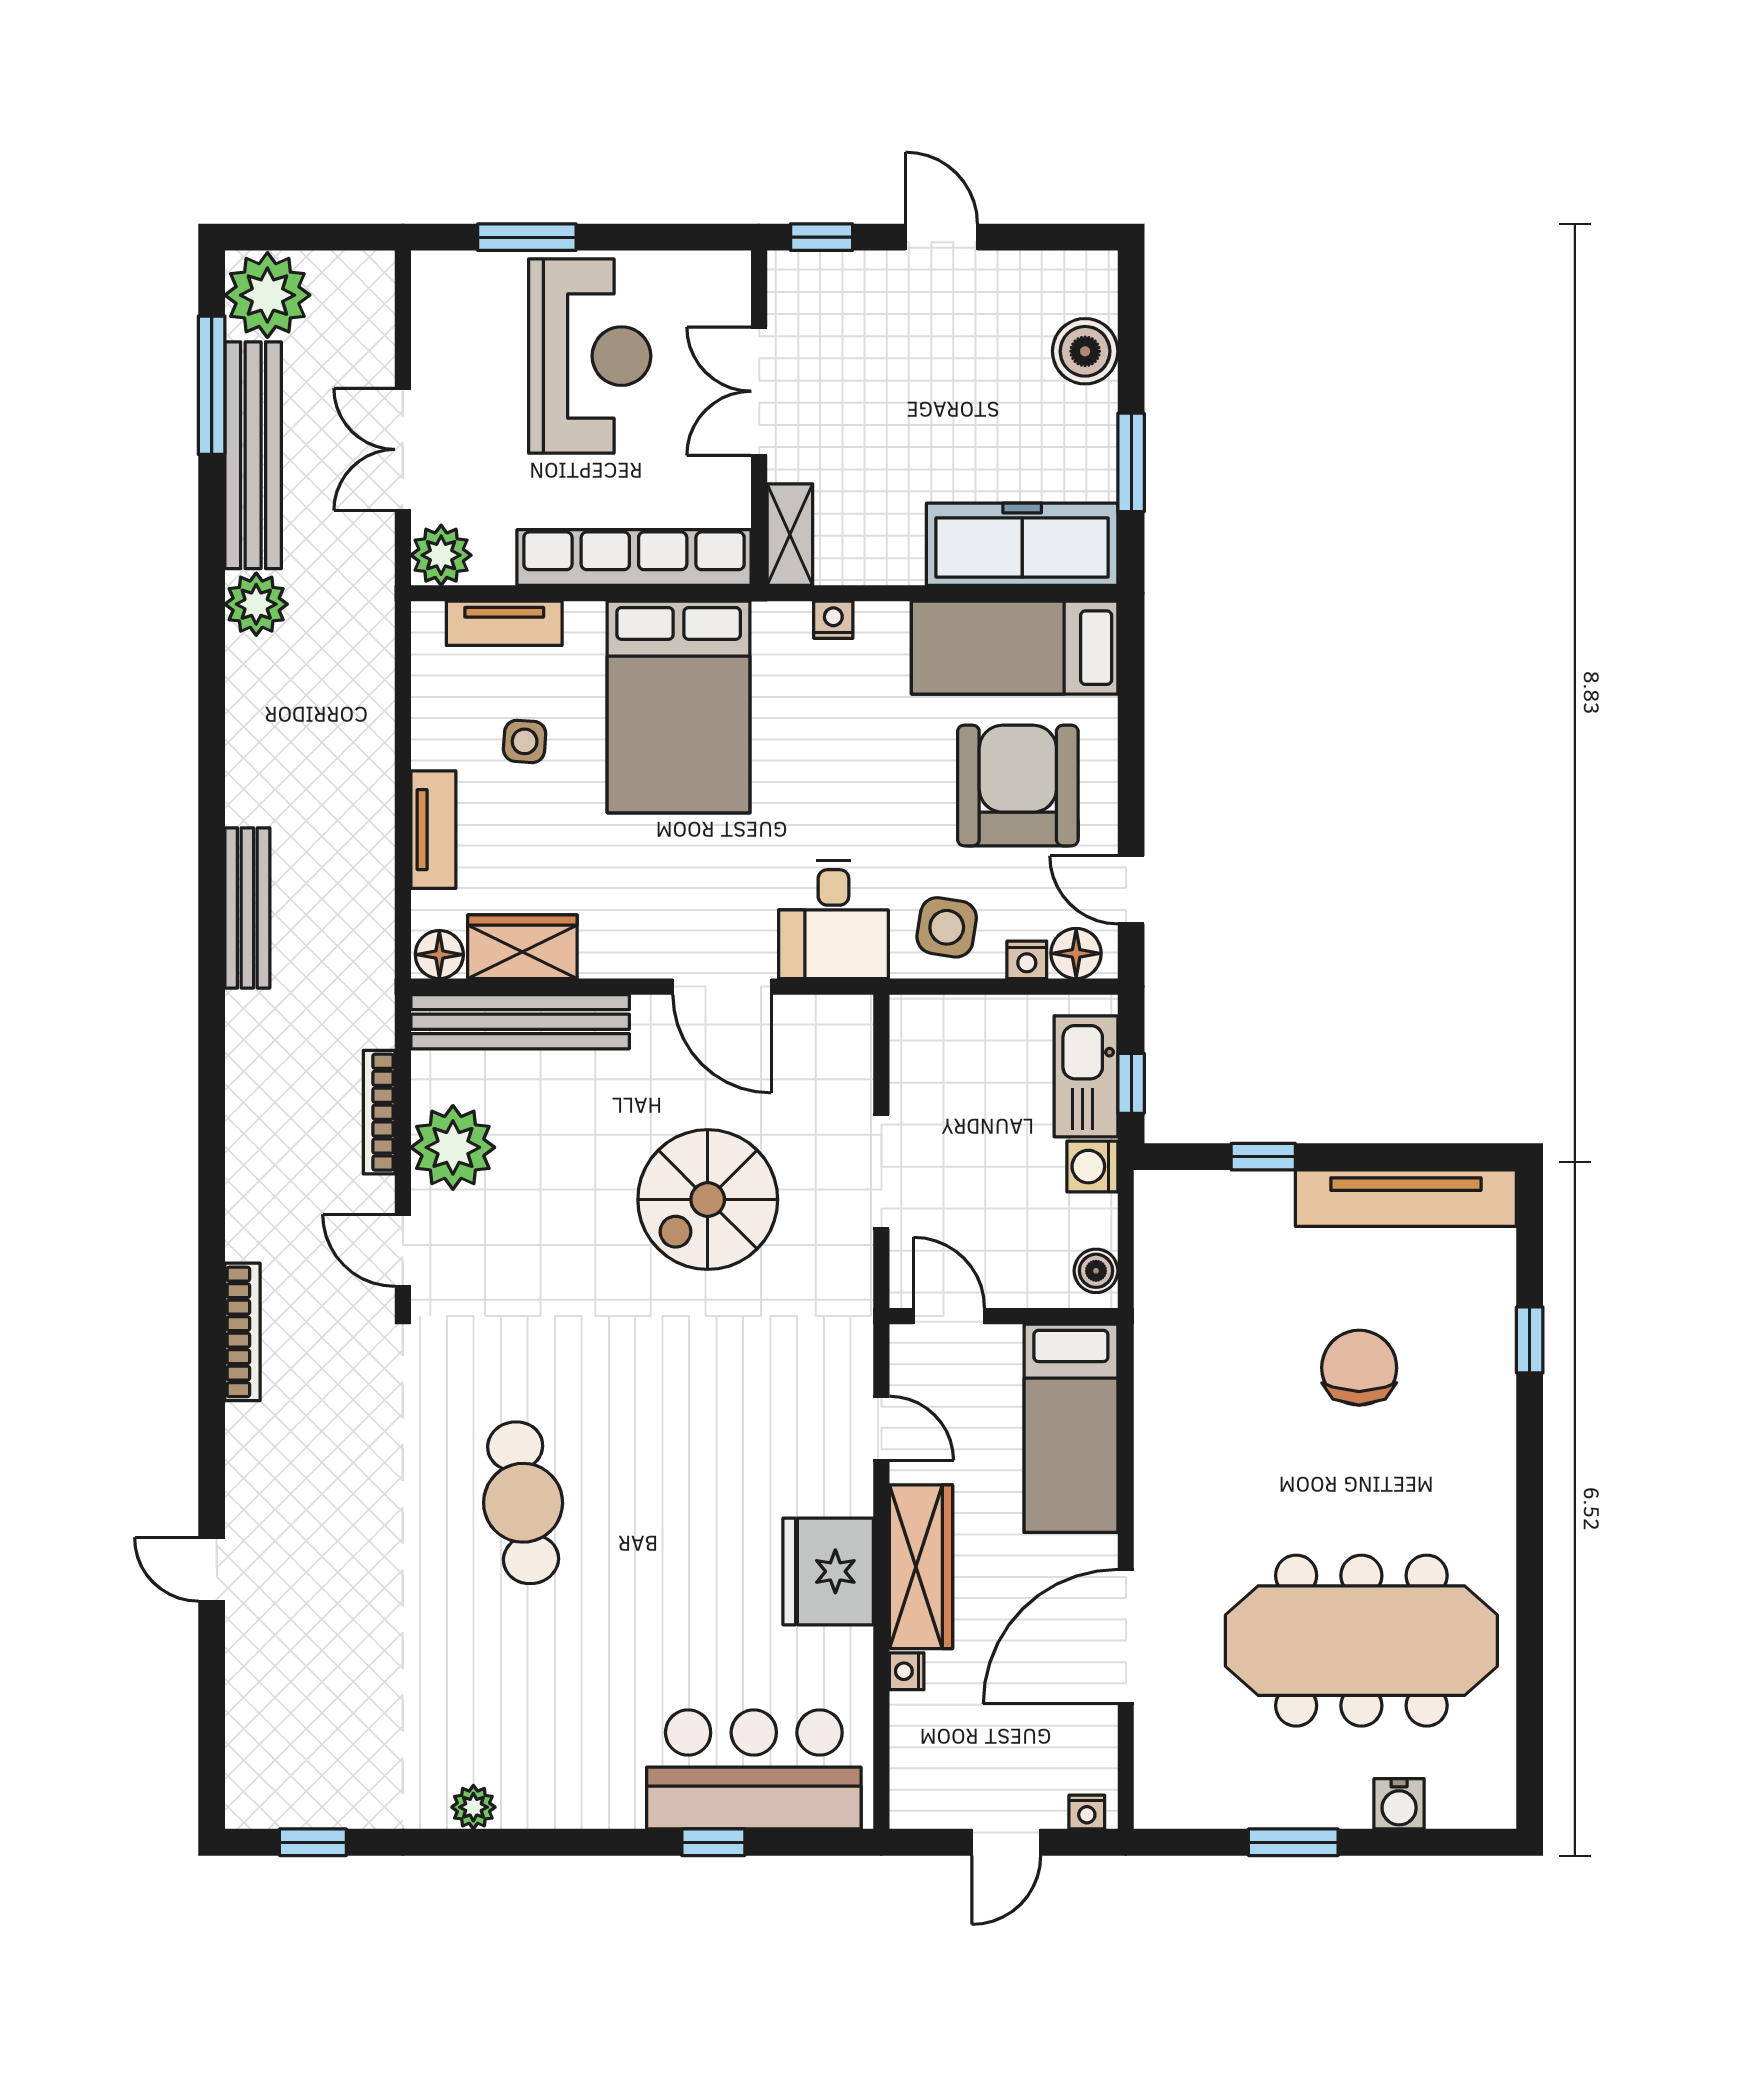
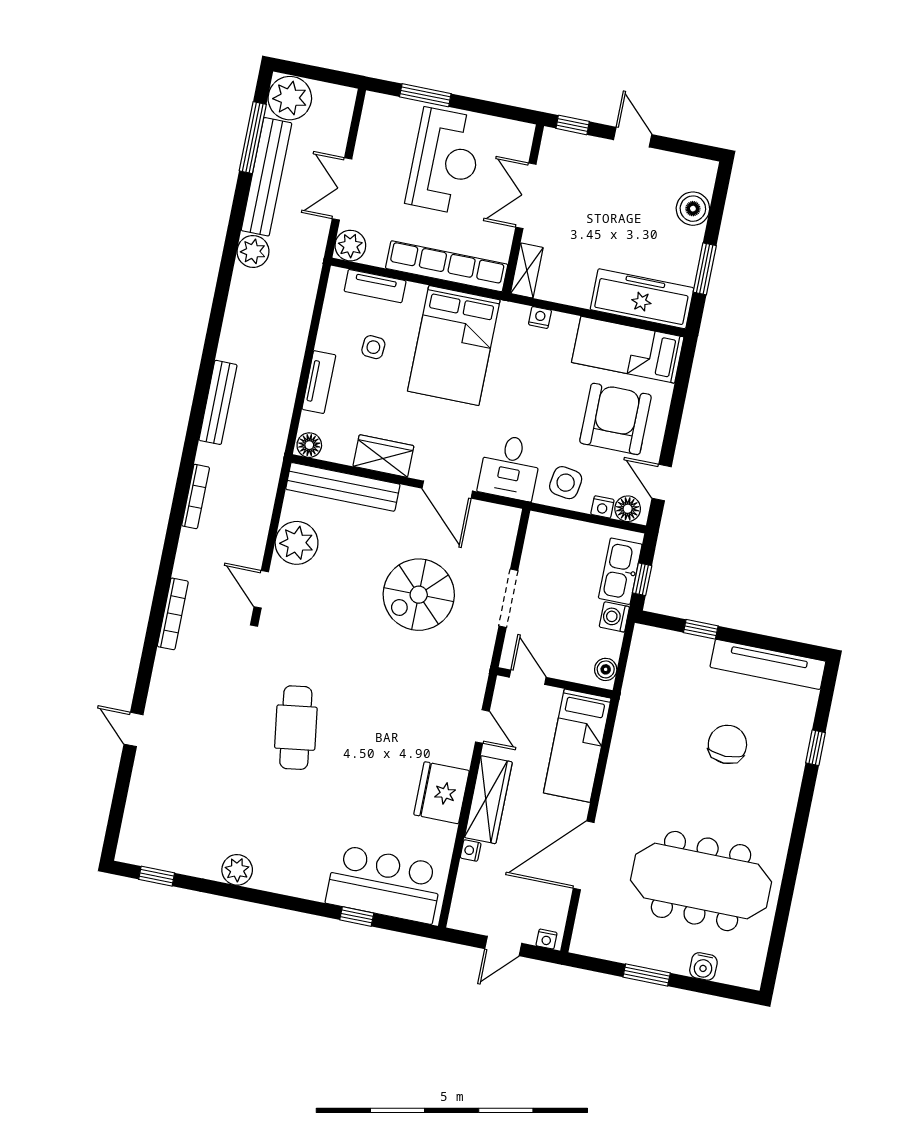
wardrobe: (522, 947) -> (383, 456), moved
bookcase: (379, 1112) -> (196, 496), moved, turned 180
plant: (473, 1807) -> (237, 870), width x1.38, depth x1.38

